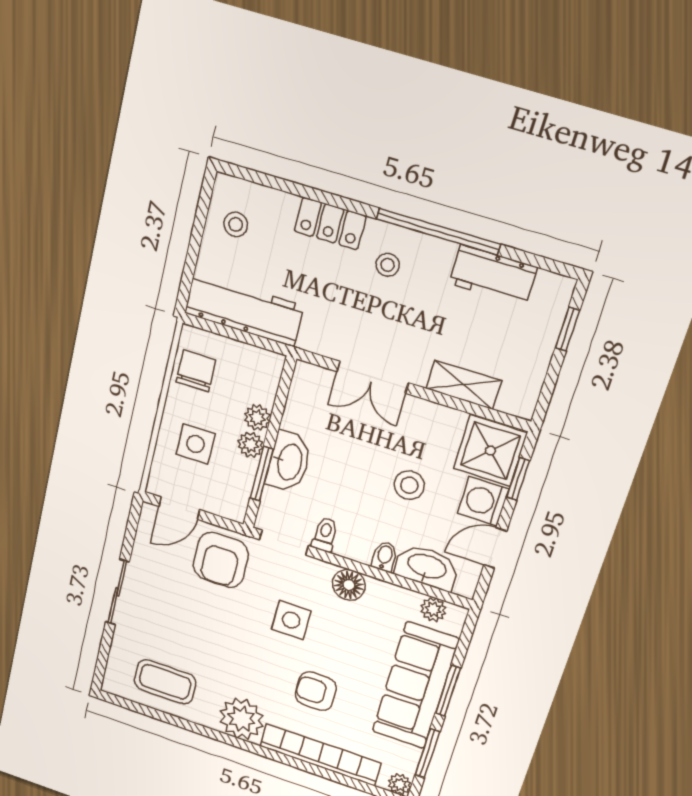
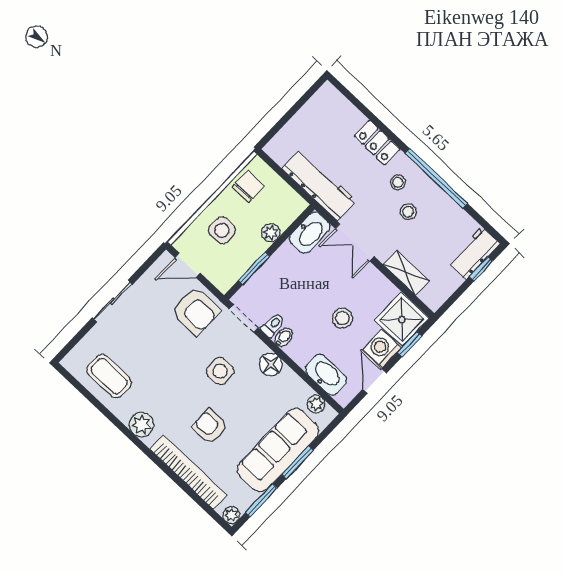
stool: (236, 224) -> (408, 212), moved
workbench: (493, 275) -> (474, 253), moved, turned 90
workbench: (244, 309) -> (319, 184), moved
plant: (251, 445) -> (257, 247), removed
washbasin: (289, 462) -> (310, 233), moved
door: (495, 548) -> (375, 381), hinge flipped
bidet: (384, 556) -> (284, 337), moved
armchair: (221, 560) -> (196, 311), turned -90
plant: (242, 719) -> (142, 425), width x0.73, depth x0.73

